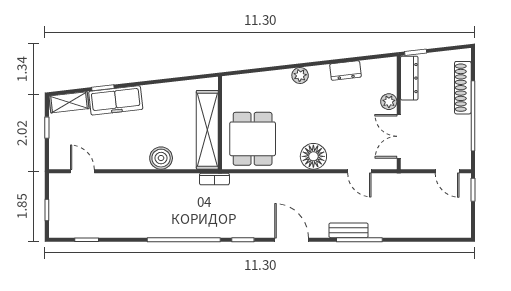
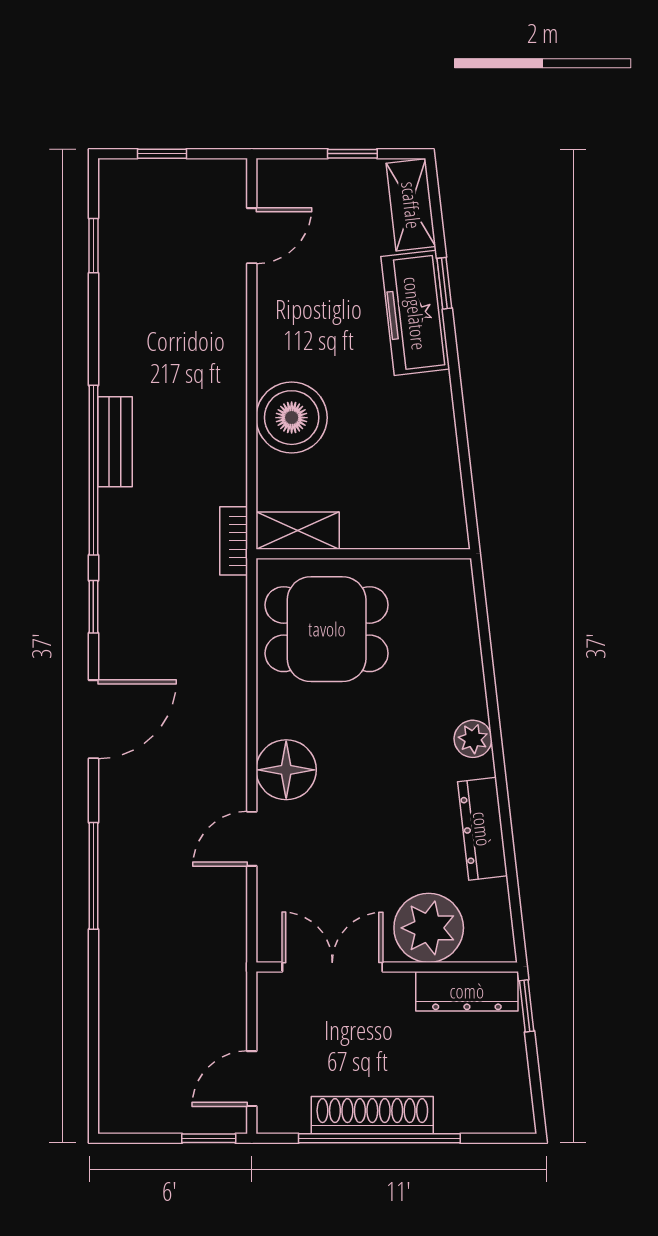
dresser: (345, 71) -> (482, 829), width x1.44
shoe rack: (463, 88) -> (372, 1115), moved
plant: (389, 102) -> (429, 928), width x1.88, depth x1.88
shelving: (207, 130) -> (298, 531), width x0.45, depth x0.75
boiler: (161, 158) -> (292, 418), width x1.37, depth x1.37
door: (359, 171) -> (252, 839), moved
bench: (349, 230) -> (115, 442), moved

